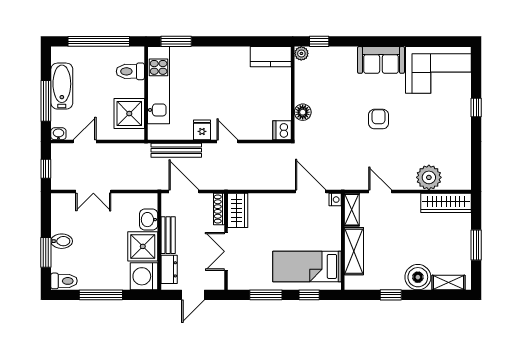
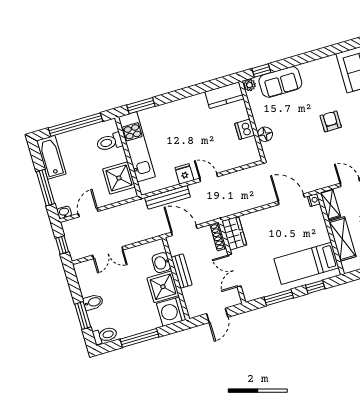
sofa: (381, 60) -> (280, 82), moved
bathtub: (62, 86) -> (51, 157), moved
dishwasher: (282, 130) -> (245, 129), moved
dresser: (169, 269) -> (191, 300), removed

